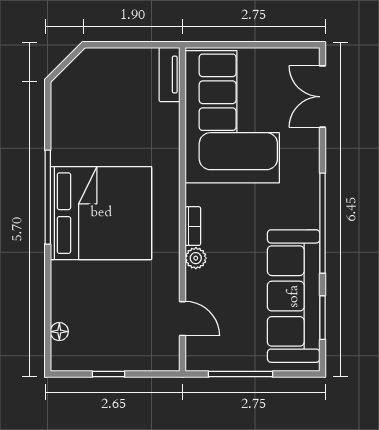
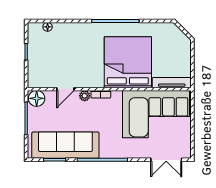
tv unit: (170, 75) -> (172, 83), width x1.41
double door: (323, 97) -> (166, 160), swing flipped
bed: (101, 213) -> (128, 62), moved, turned 180
door: (183, 319) -> (65, 89), moved
floor lamp: (201, 353) -> (37, 98), added

